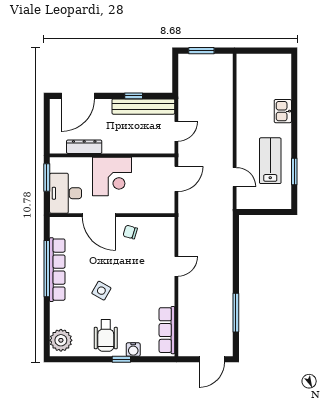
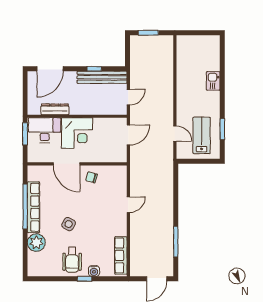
lab bench: (270, 161) -> (202, 135), moved
desk: (66, 193) -> (45, 130), moved, turned 90
plant: (61, 340) -> (36, 243), moved

